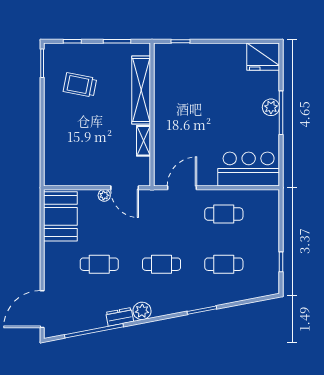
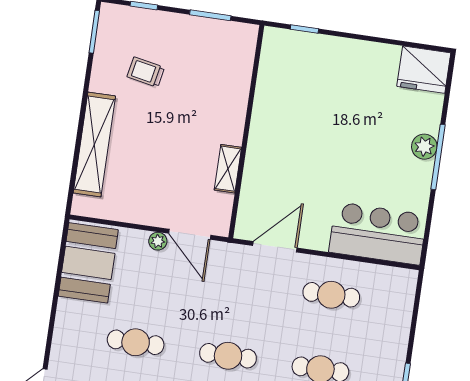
trolley: (80, 85) -> (146, 72), width x0.73, depth x0.72
shelving: (141, 90) -> (94, 144), moved

